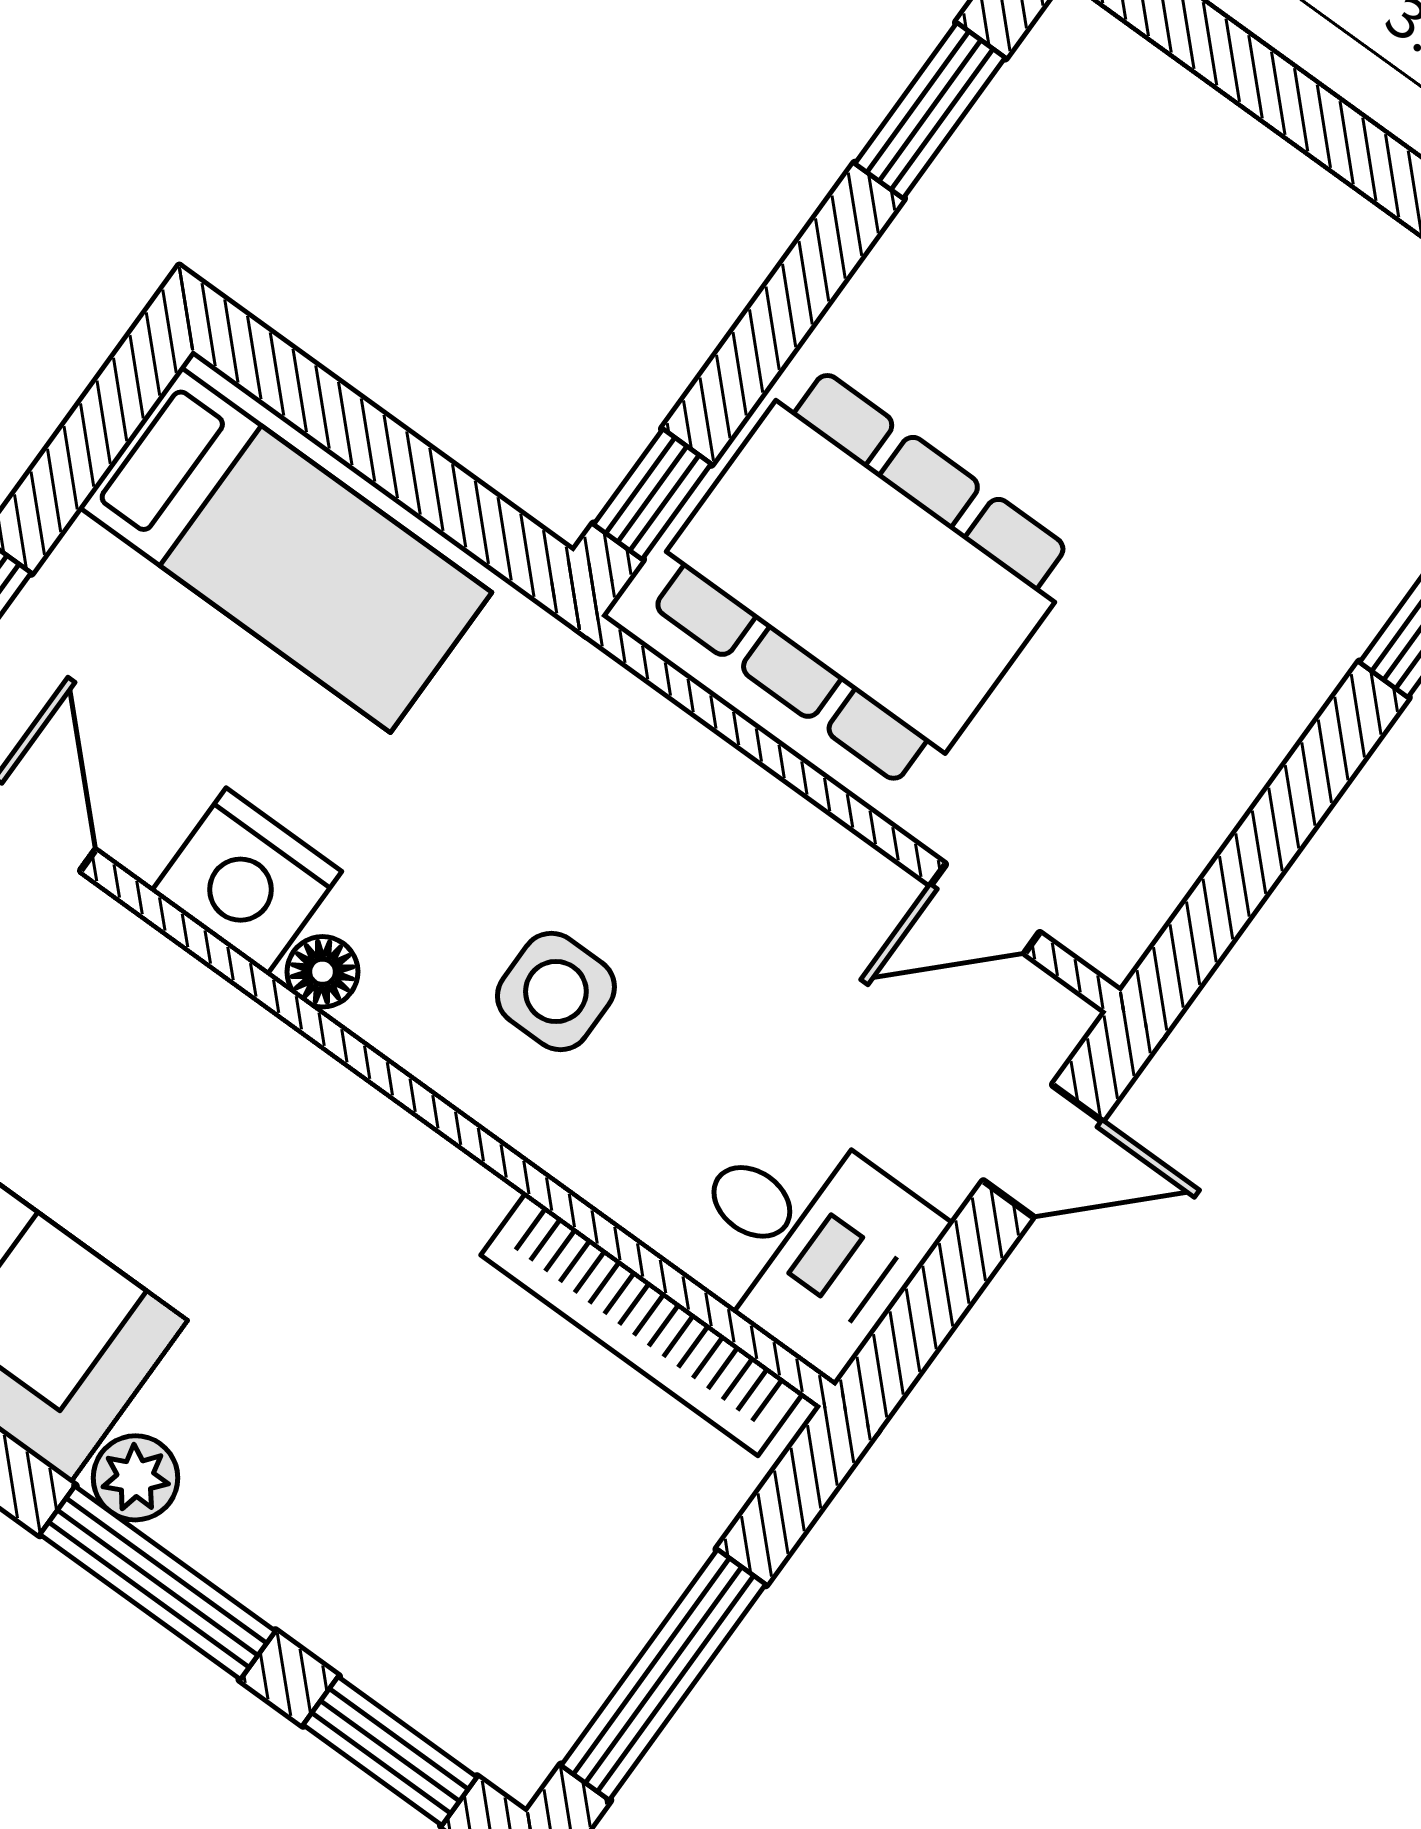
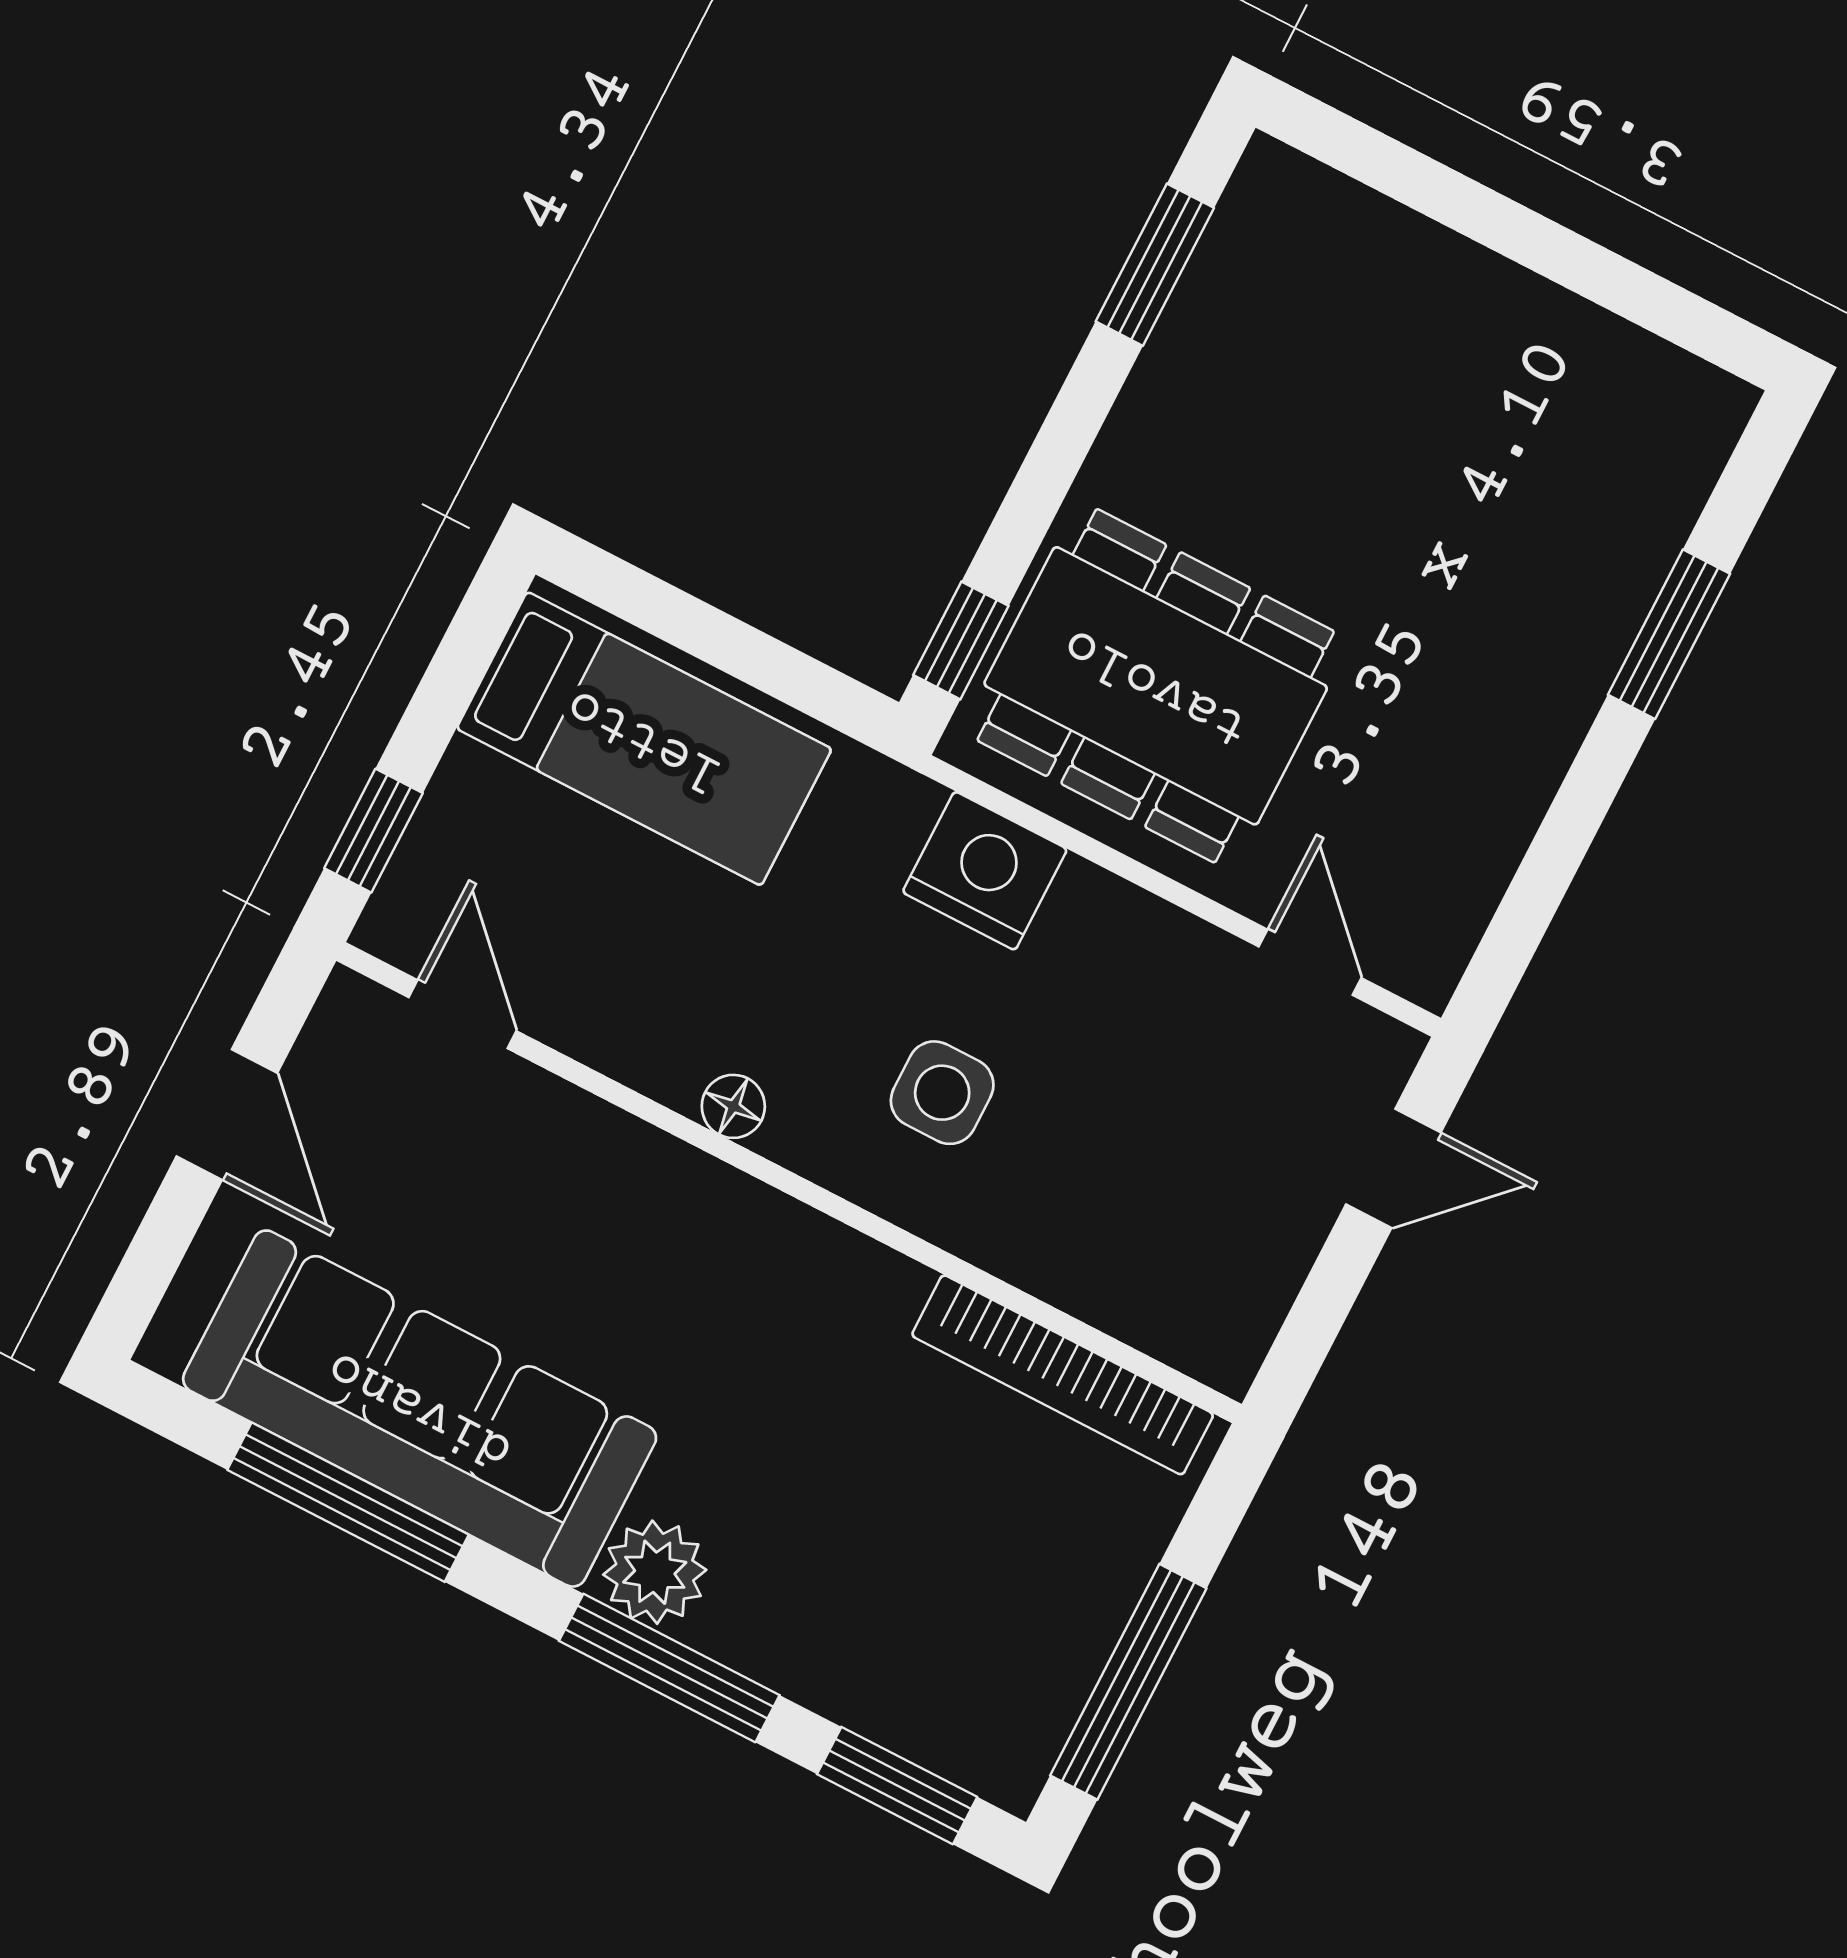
nightstand: (246, 881) -> (985, 871), moved, turned 180
door: (985, 909) -> (1310, 962), swing flipped
desk: (806, 1241) -> (1197, 1280), removed
plant: (135, 1478) -> (655, 1572), width x1.38, depth x1.38

